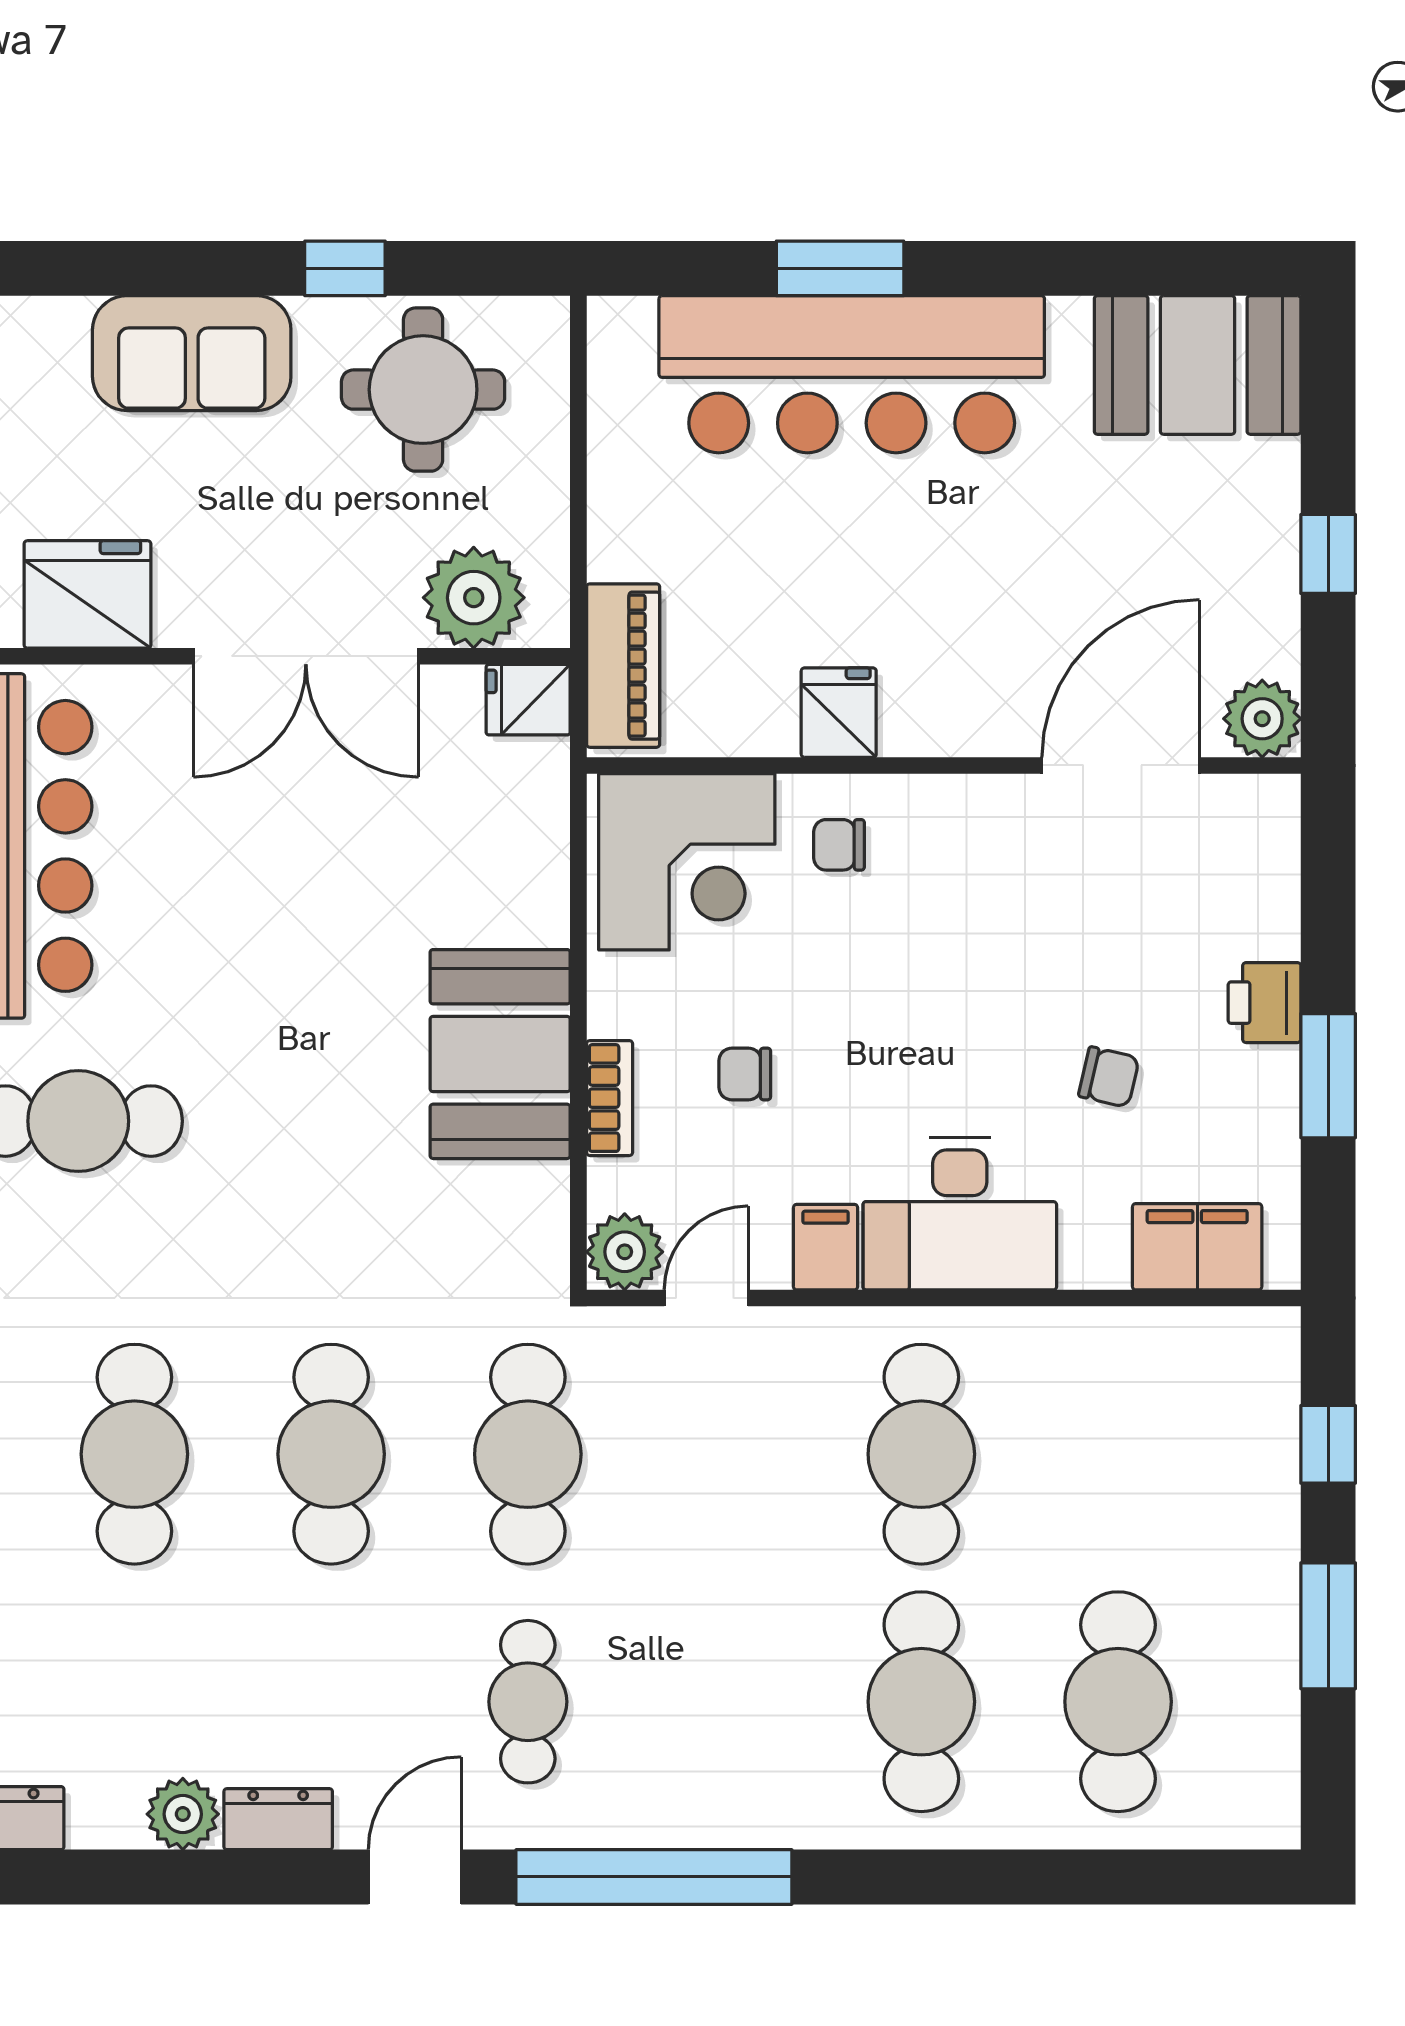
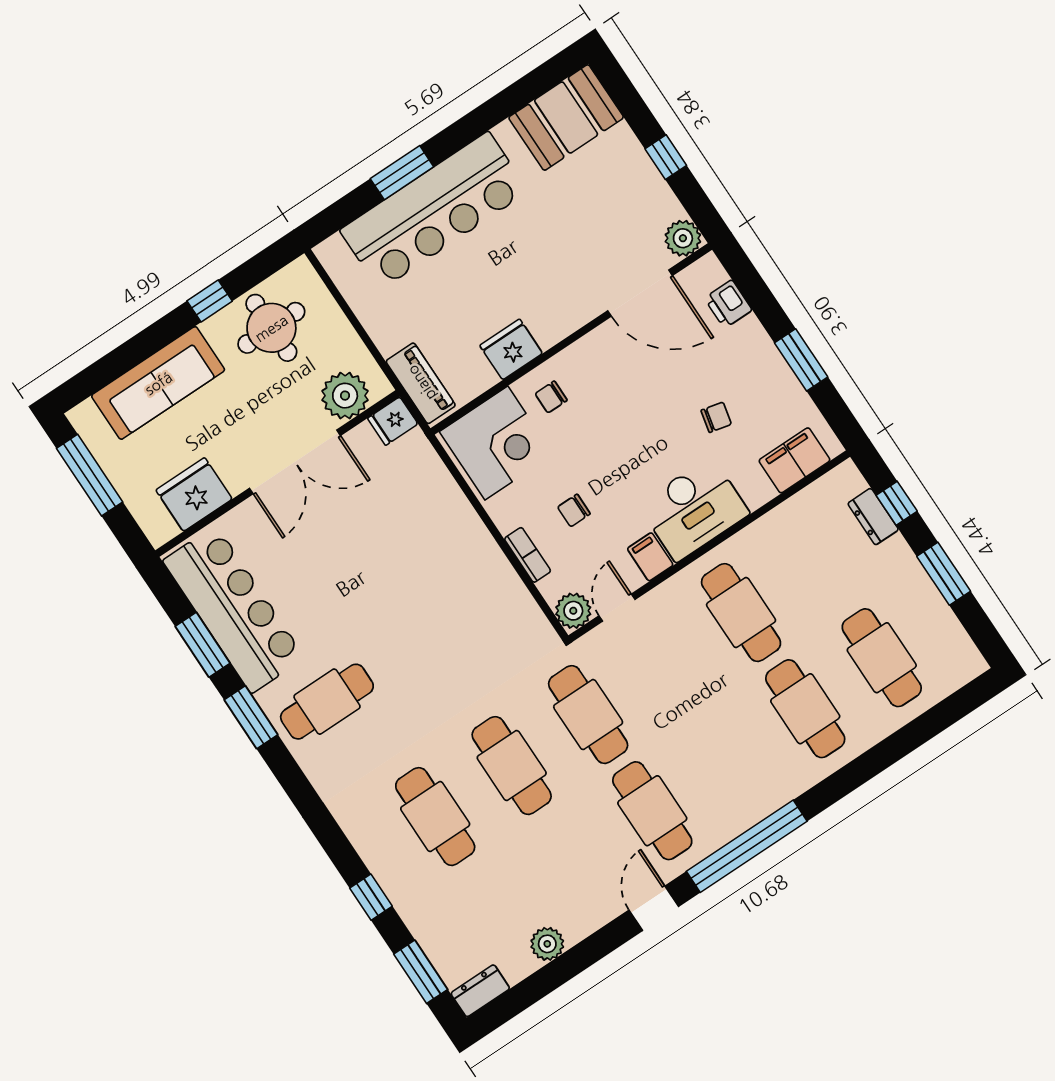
sofa: (192, 353) -> (158, 383), width x1.36
fridge: (839, 713) -> (511, 349), width x1.38
door: (1121, 765) -> (640, 293), swing flipped
printer: (1264, 1003) -> (728, 304), moved
booth: (500, 1054) -> (474, 566), removed
cafe table: (528, 1702) -> (652, 811), width x1.37, depth x1.35
dresser: (278, 1819) -> (873, 517), moved, turned -90

